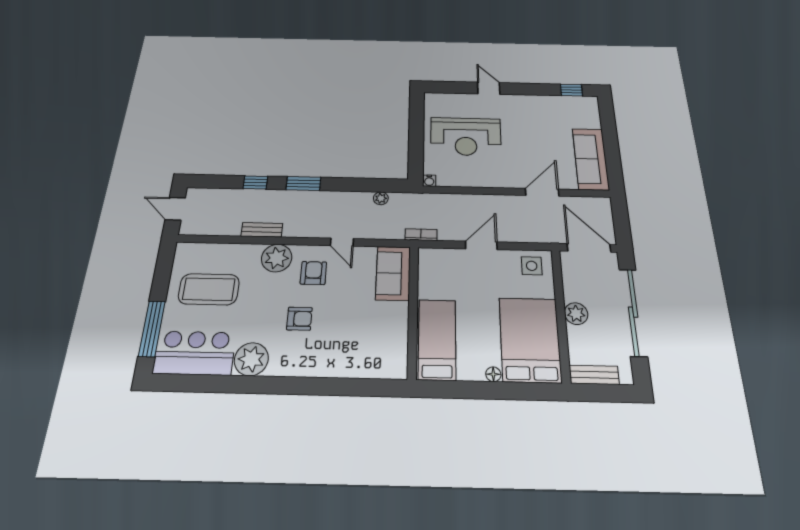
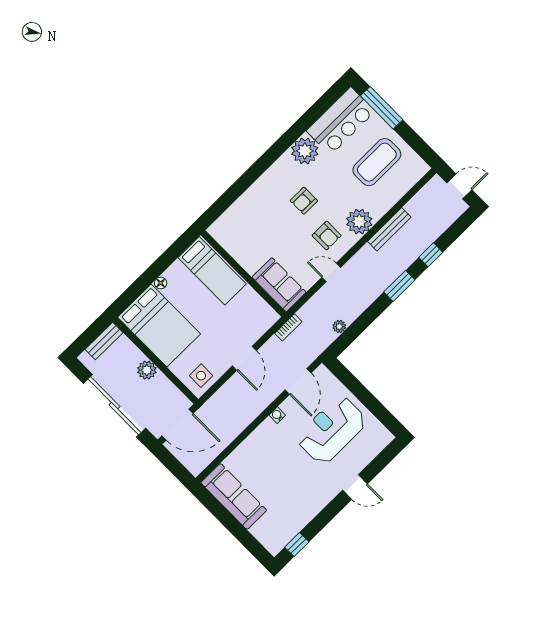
water cooler: (429, 181) -> (277, 415), moved
door: (542, 192) -> (298, 381), moved
bench: (262, 230) -> (389, 229), width x1.36

